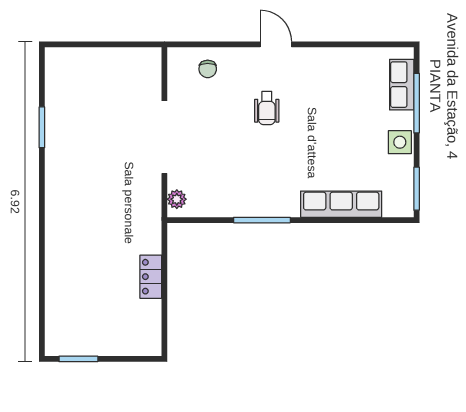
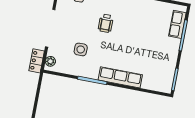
side table: (400, 142) -> (81, 49), moved
row of seats: (341, 204) -> (120, 77), moved
locker: (151, 277) -> (37, 61), moved

